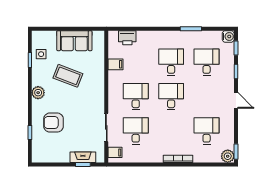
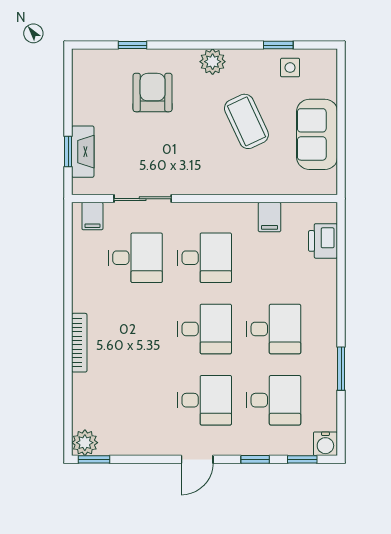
coffee table: (68, 76) -> (246, 121), turned -46
desk: (207, 131) -> (205, 400), moved

